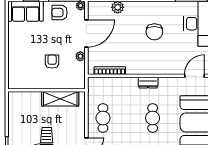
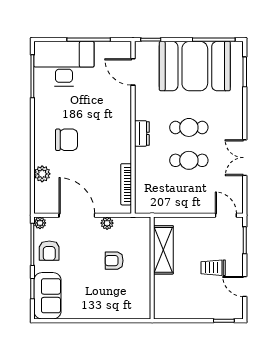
chair: (154, 32) -> (67, 140), moved
cafe table: (103, 118) -> (189, 160), moved

